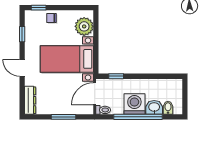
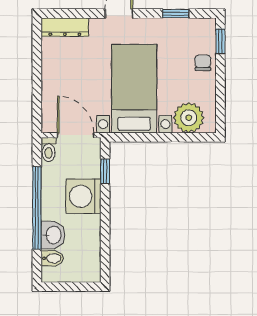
washing machine: (134, 104) -> (83, 196), moved, turned 180
window: (63, 117) -> (37, 83), removed

